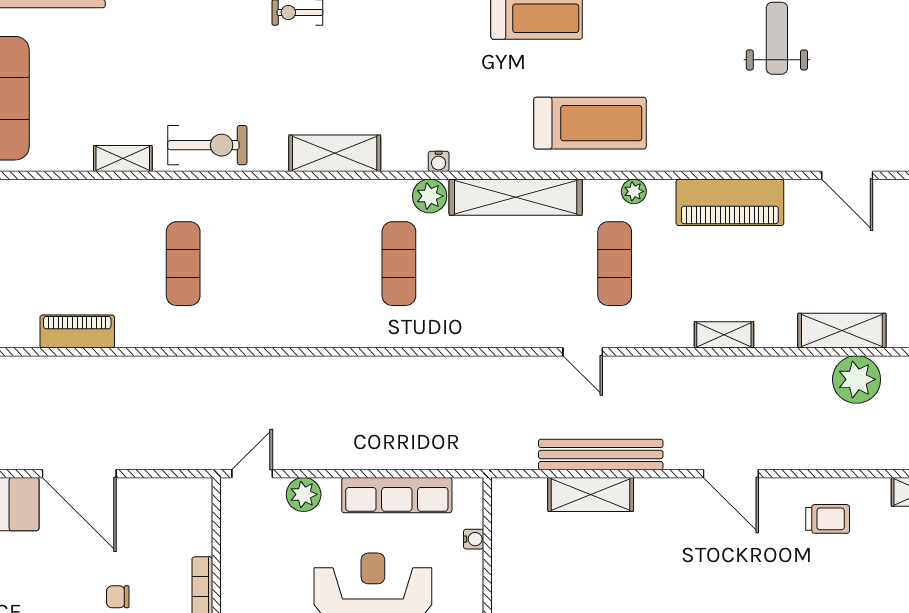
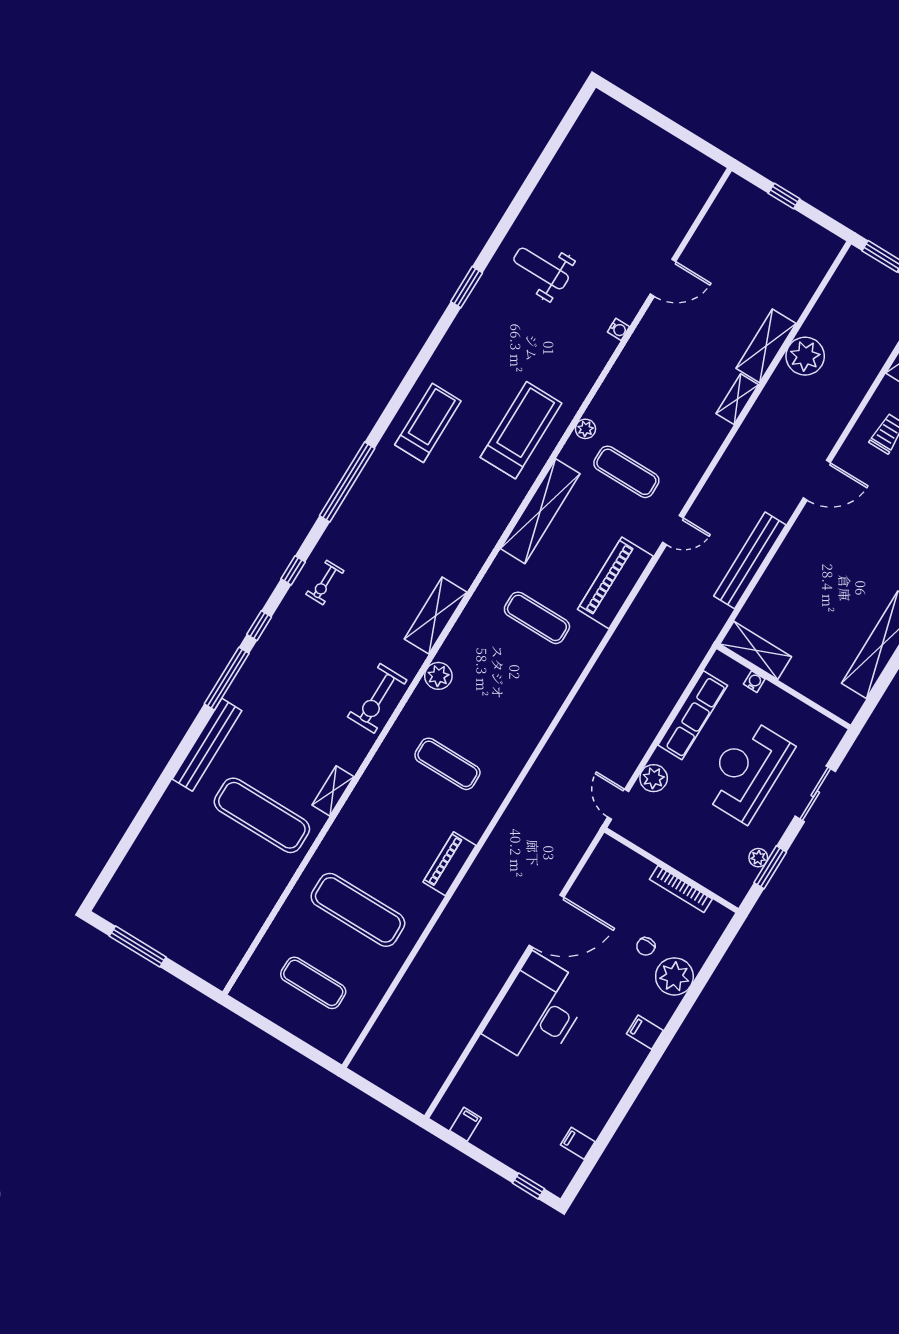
exercise bike: (207, 145) -> (377, 698), turned 180
shelving: (123, 159) -> (333, 791), moved
water cooler: (439, 161) -> (619, 329), moved
plant: (430, 196) -> (438, 676), moved
piano: (730, 202) -> (615, 583), moved, turned 180
shelving: (724, 335) -> (737, 399), moved
shelving: (591, 494) -> (756, 650), moved, turned 90

